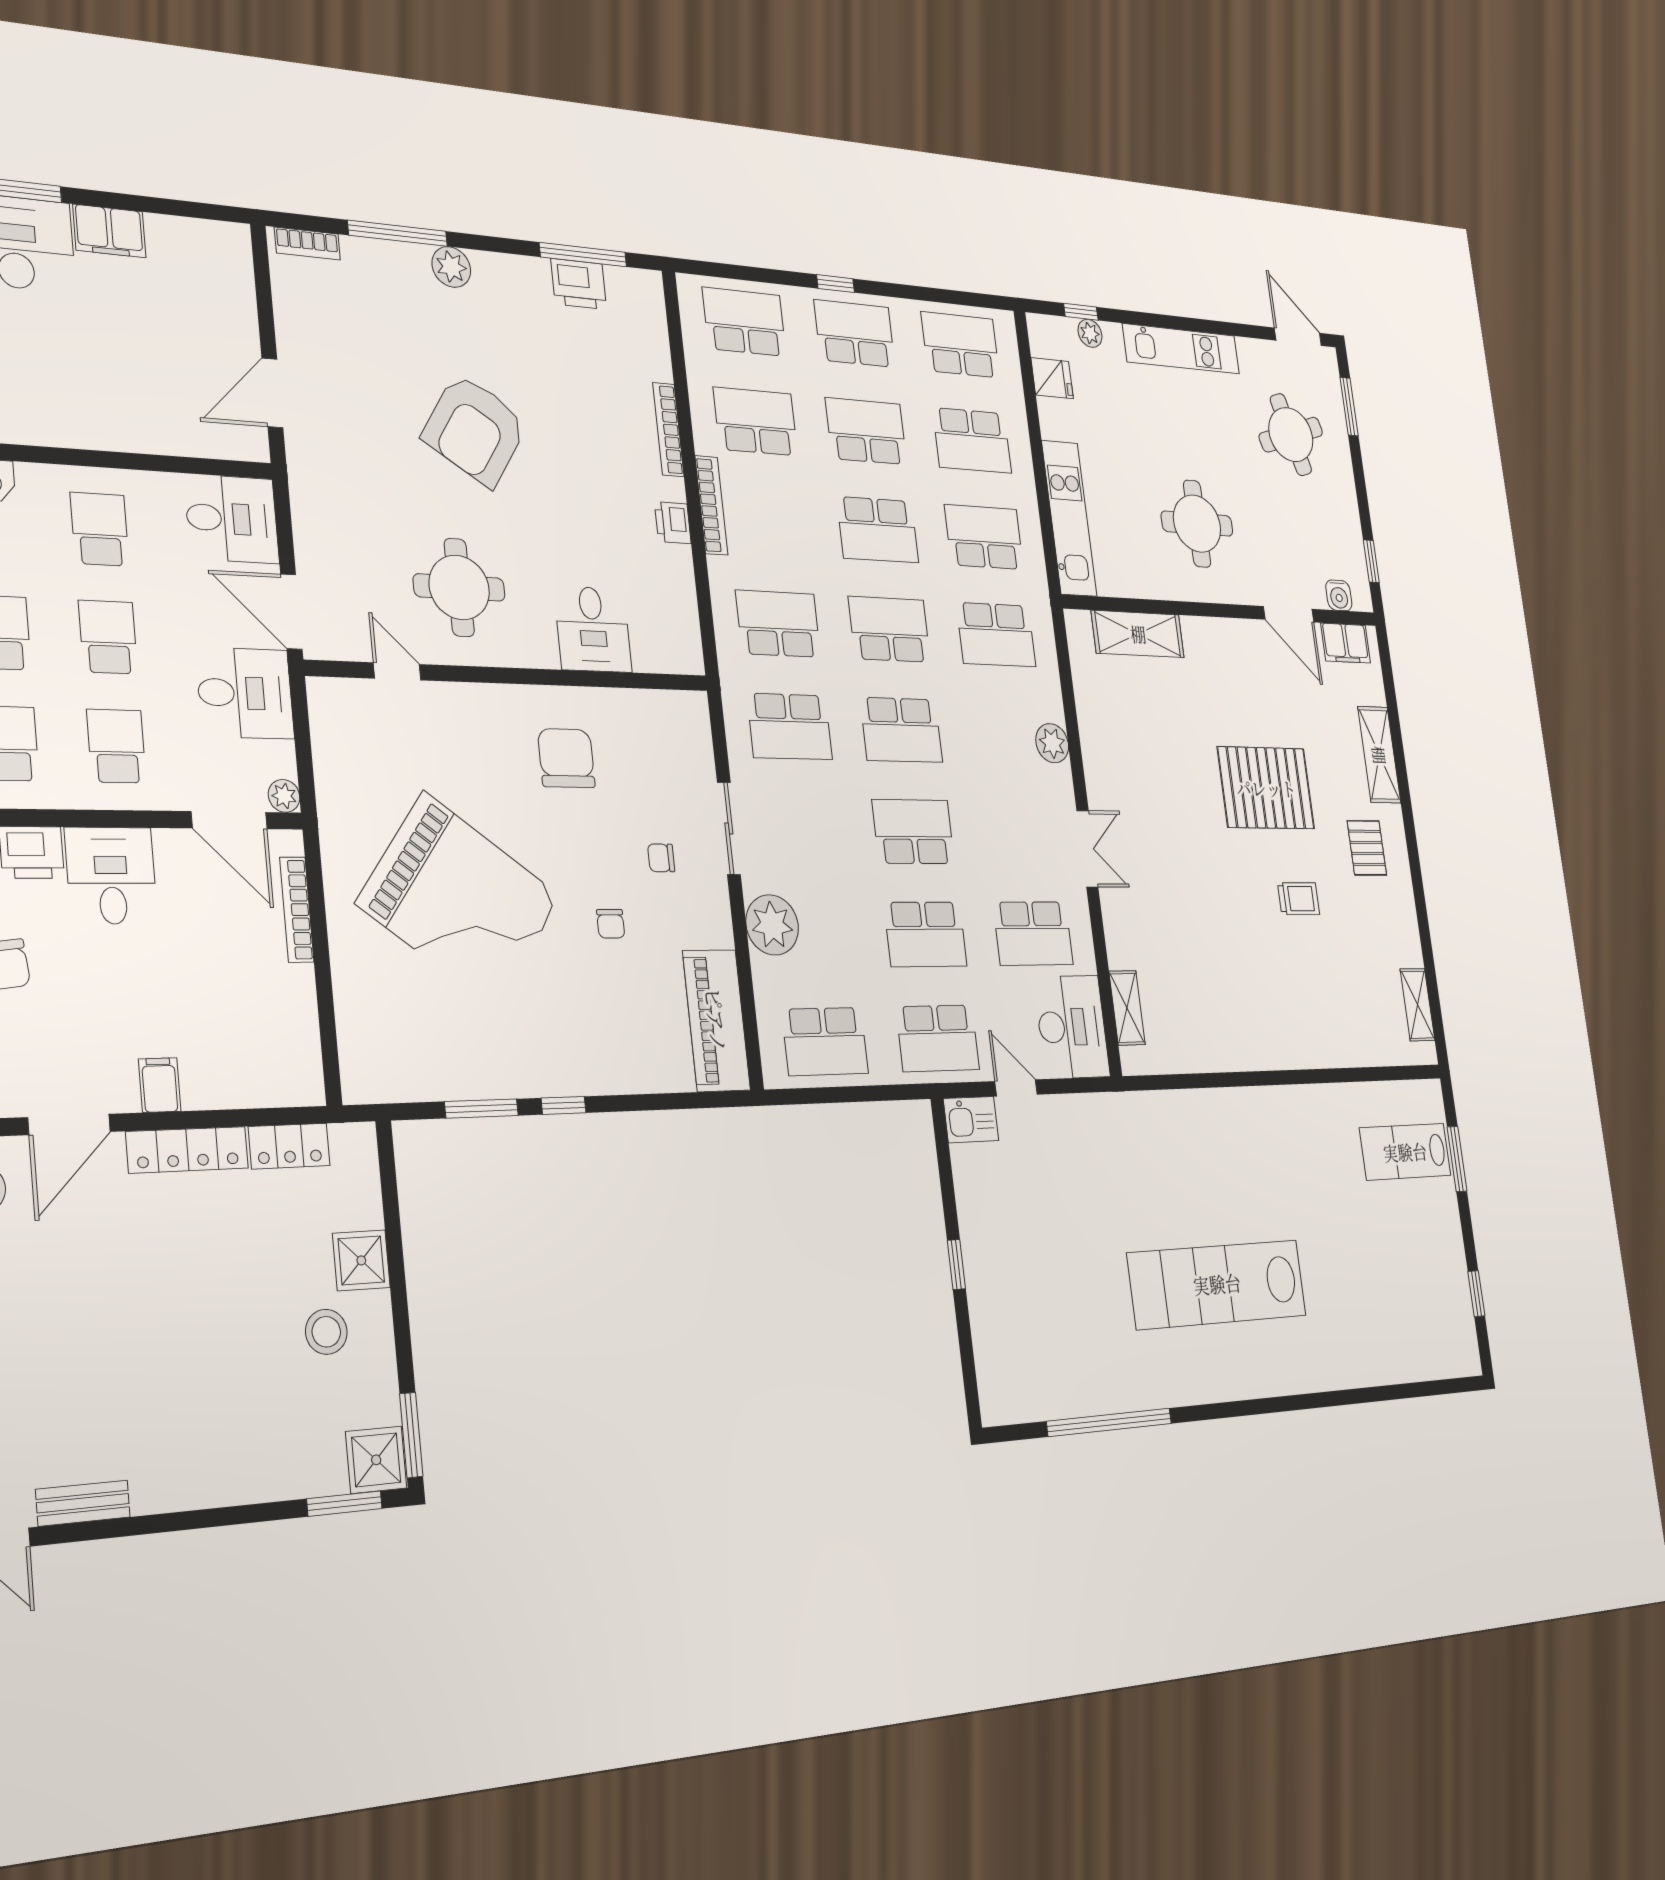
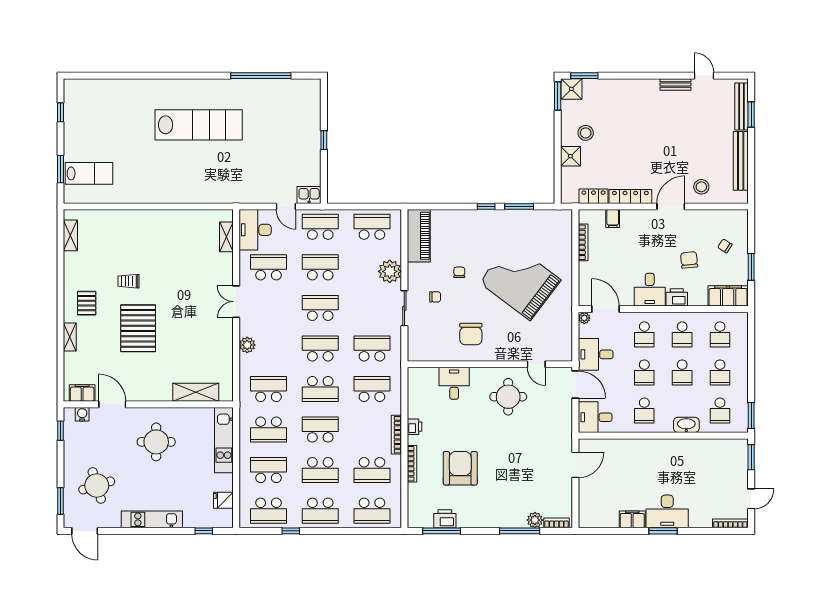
plant: (451, 267) -> (535, 520), moved
window: (835, 284) -> (291, 531), moved
plant: (1090, 333) -> (200, 522), removed
armchair: (475, 430) -> (460, 468), moved, turned -33
school desk: (778, 624) -> (372, 389), turned 180
shelving: (1379, 755) -> (70, 337), width x0.67, depth x0.75
pallet: (1266, 788) -> (138, 328), turned 90
school desk: (913, 832) -> (320, 308), turned 180
bookcase: (297, 910) -> (583, 242), moved
filing cabinet: (160, 1085) -> (613, 219), moved

